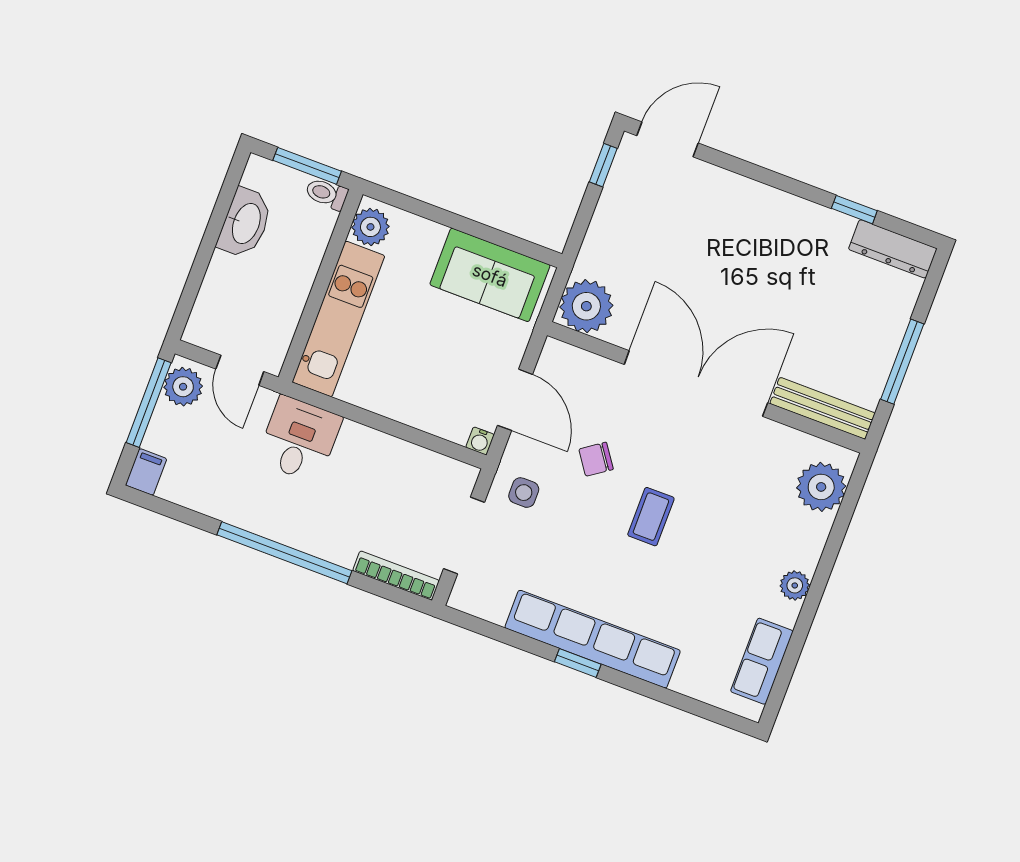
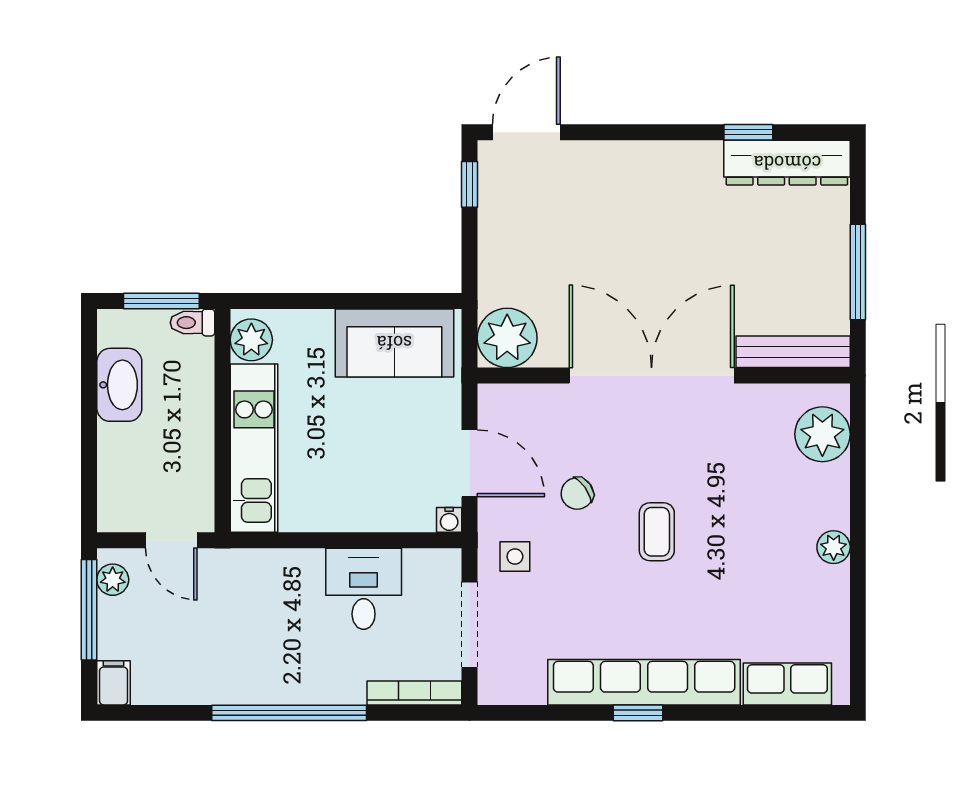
dresser: (893, 249) -> (787, 163), width x1.37, depth x1.24
plant: (183, 387) -> (113, 580), width x0.73, depth x0.73
desk: (299, 439) -> (364, 589), moved
row of seats: (762, 661) -> (787, 684), moved, turned 90

